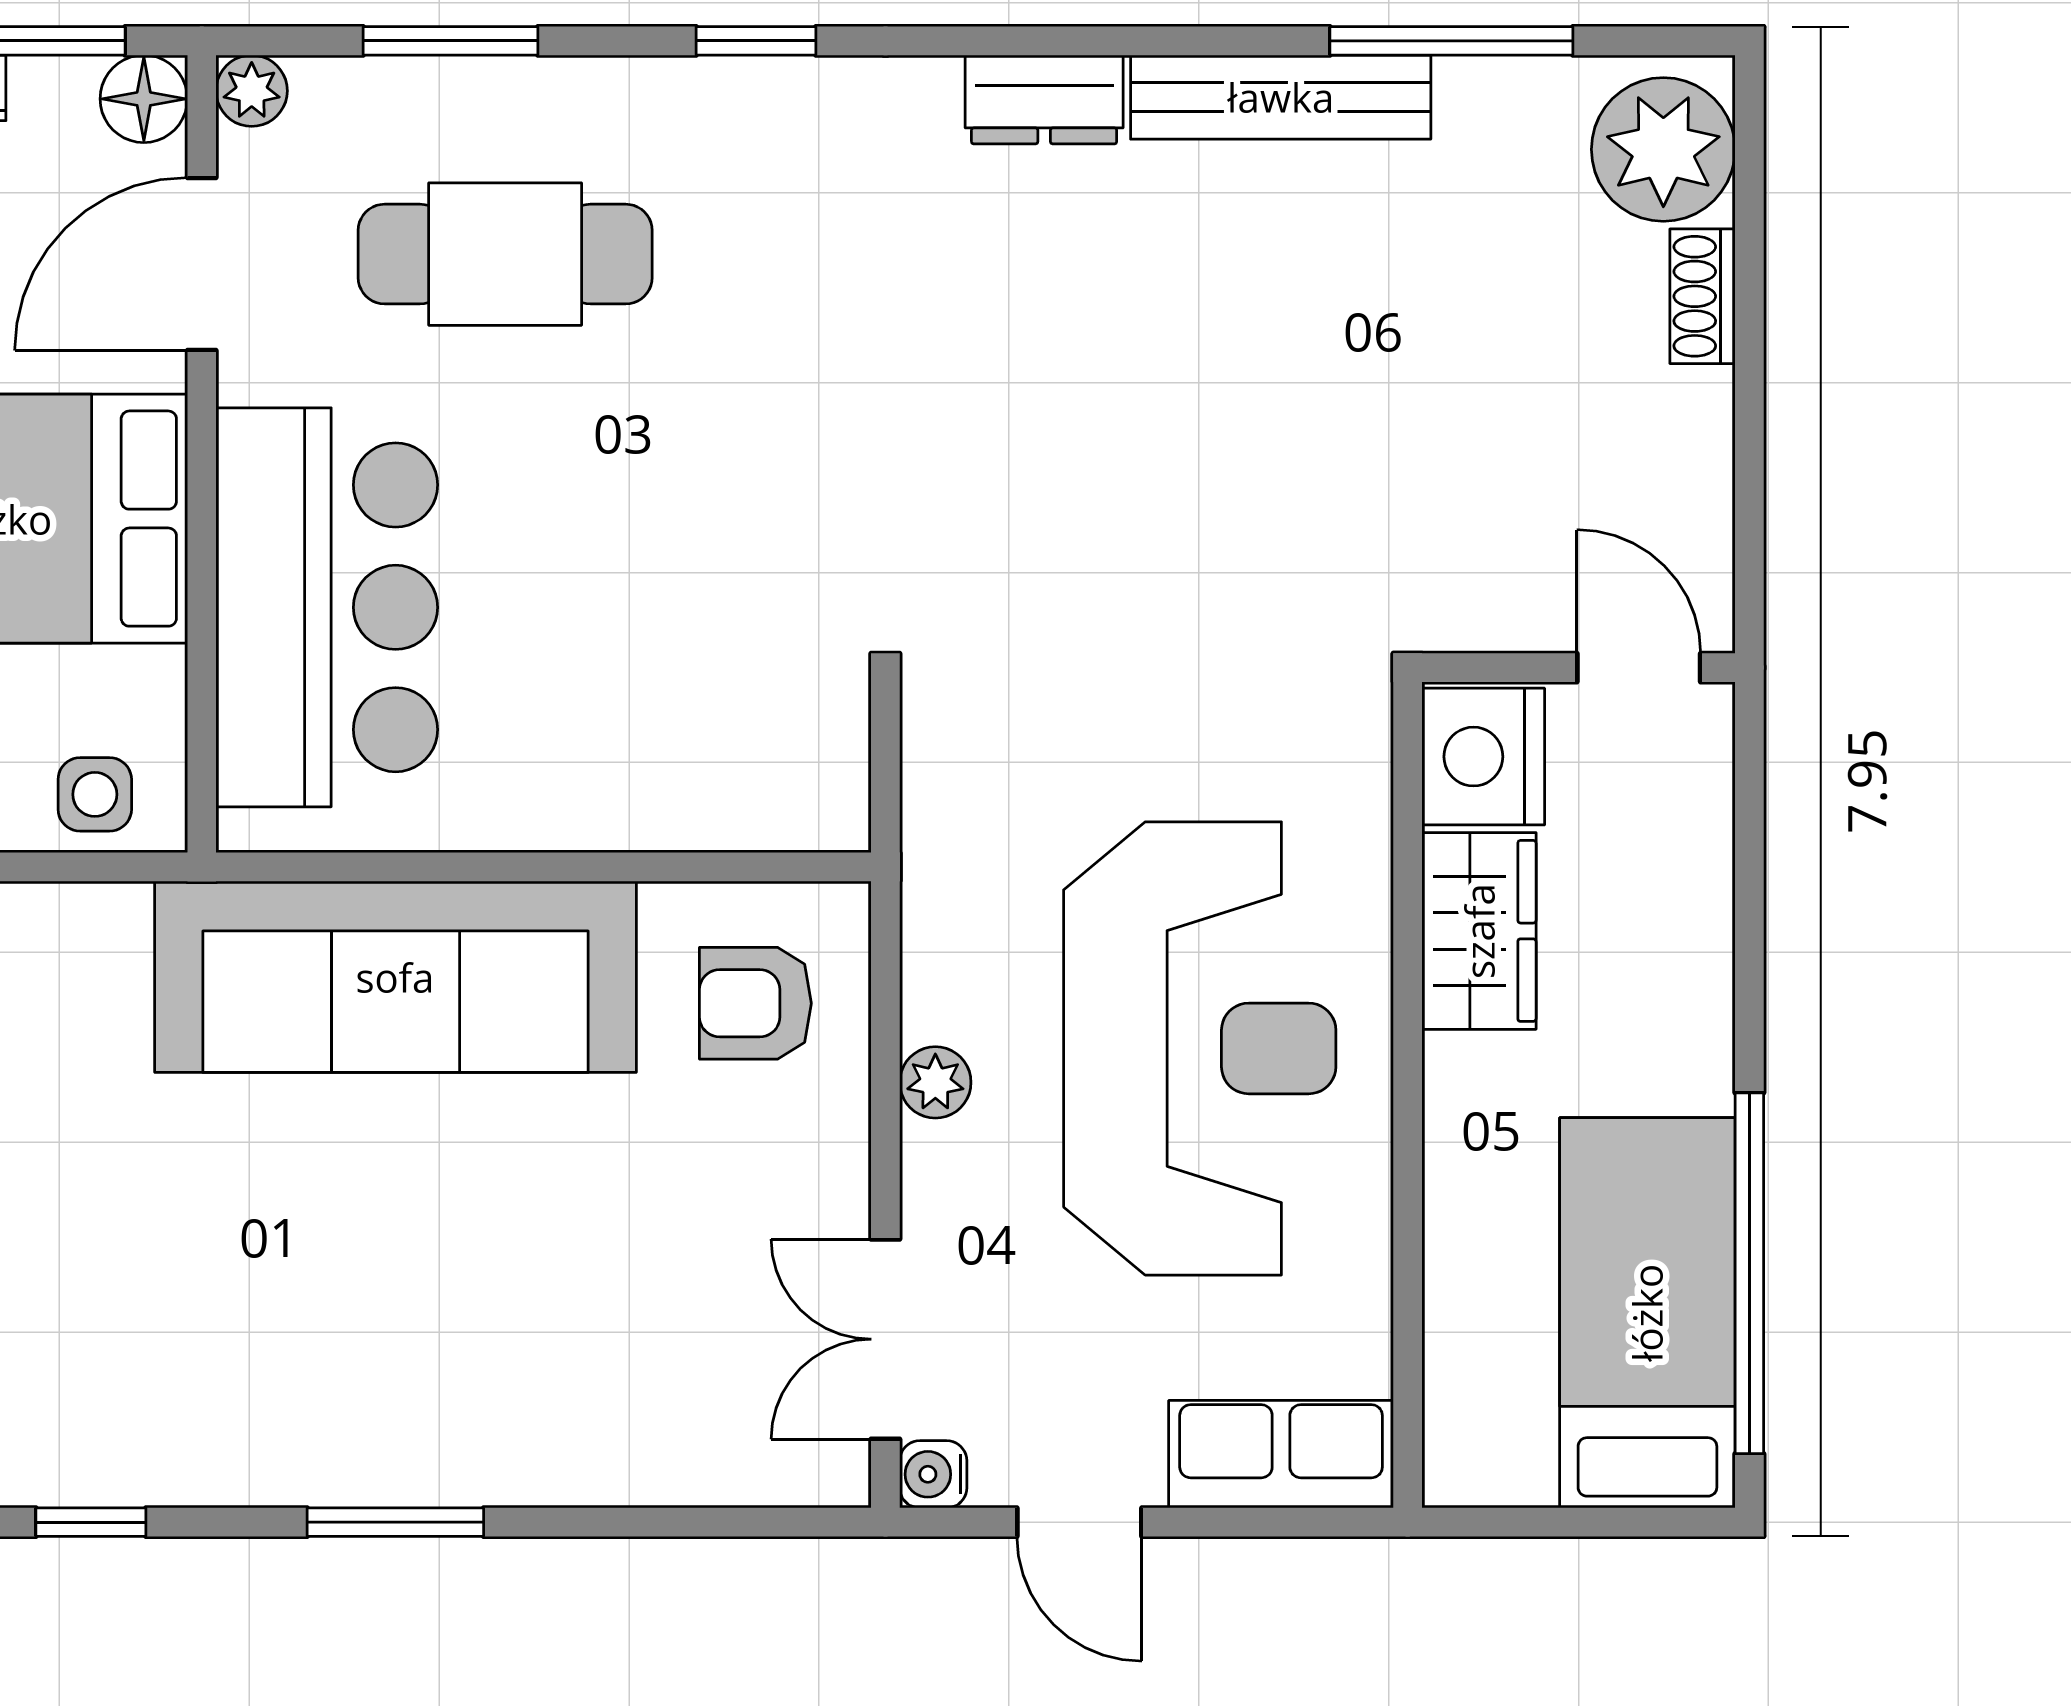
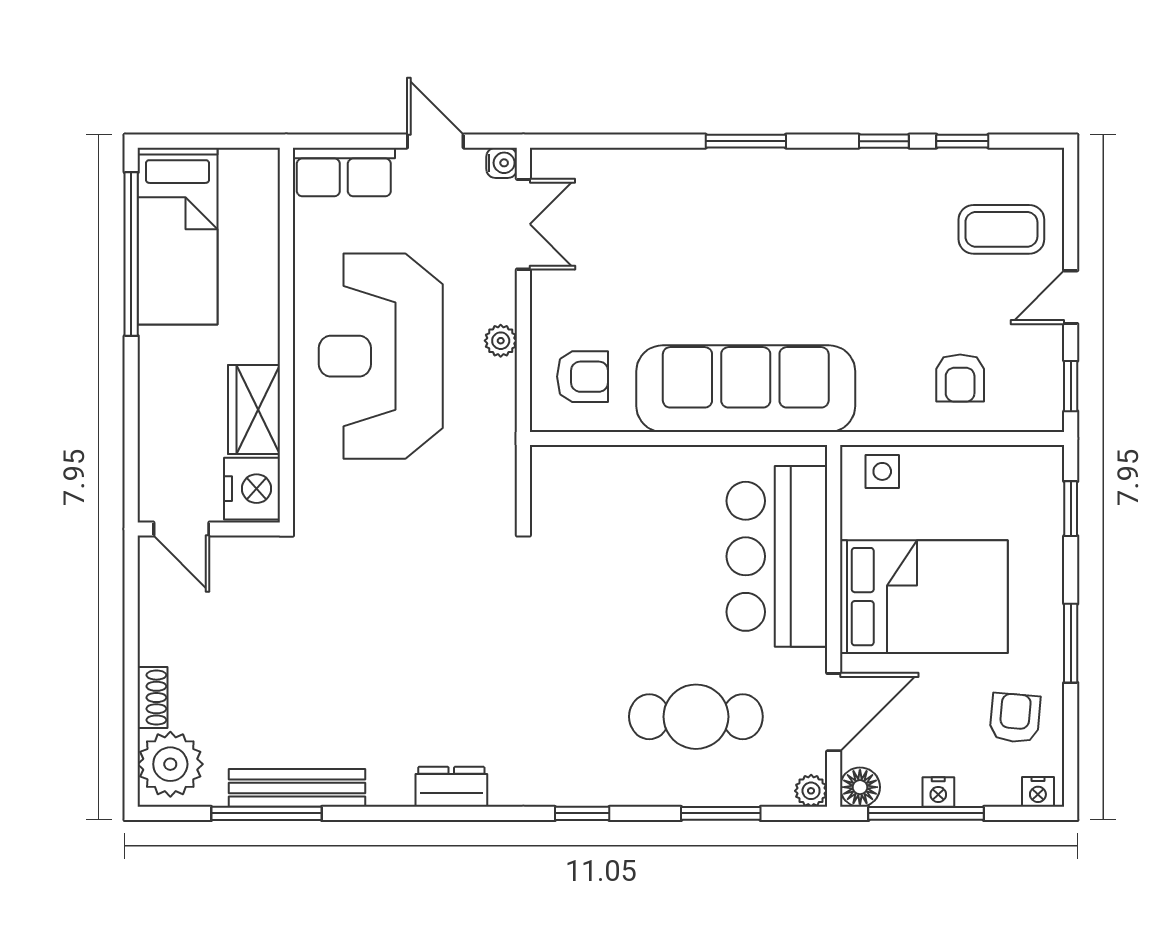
bench: (1281, 97) -> (297, 788), moved

